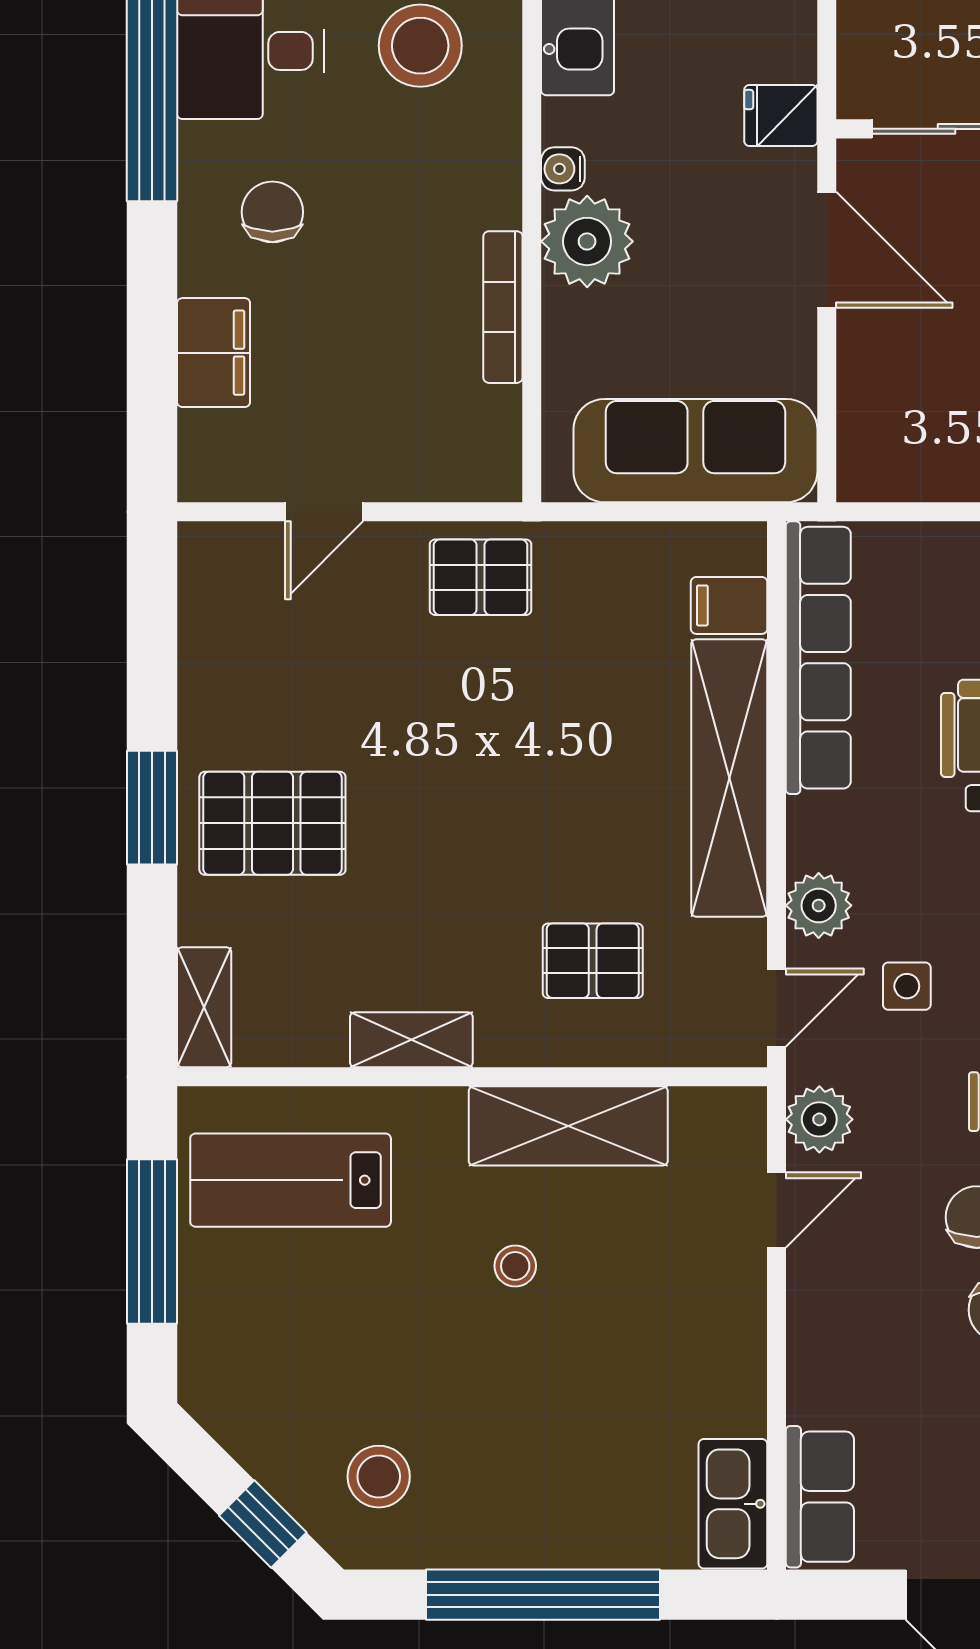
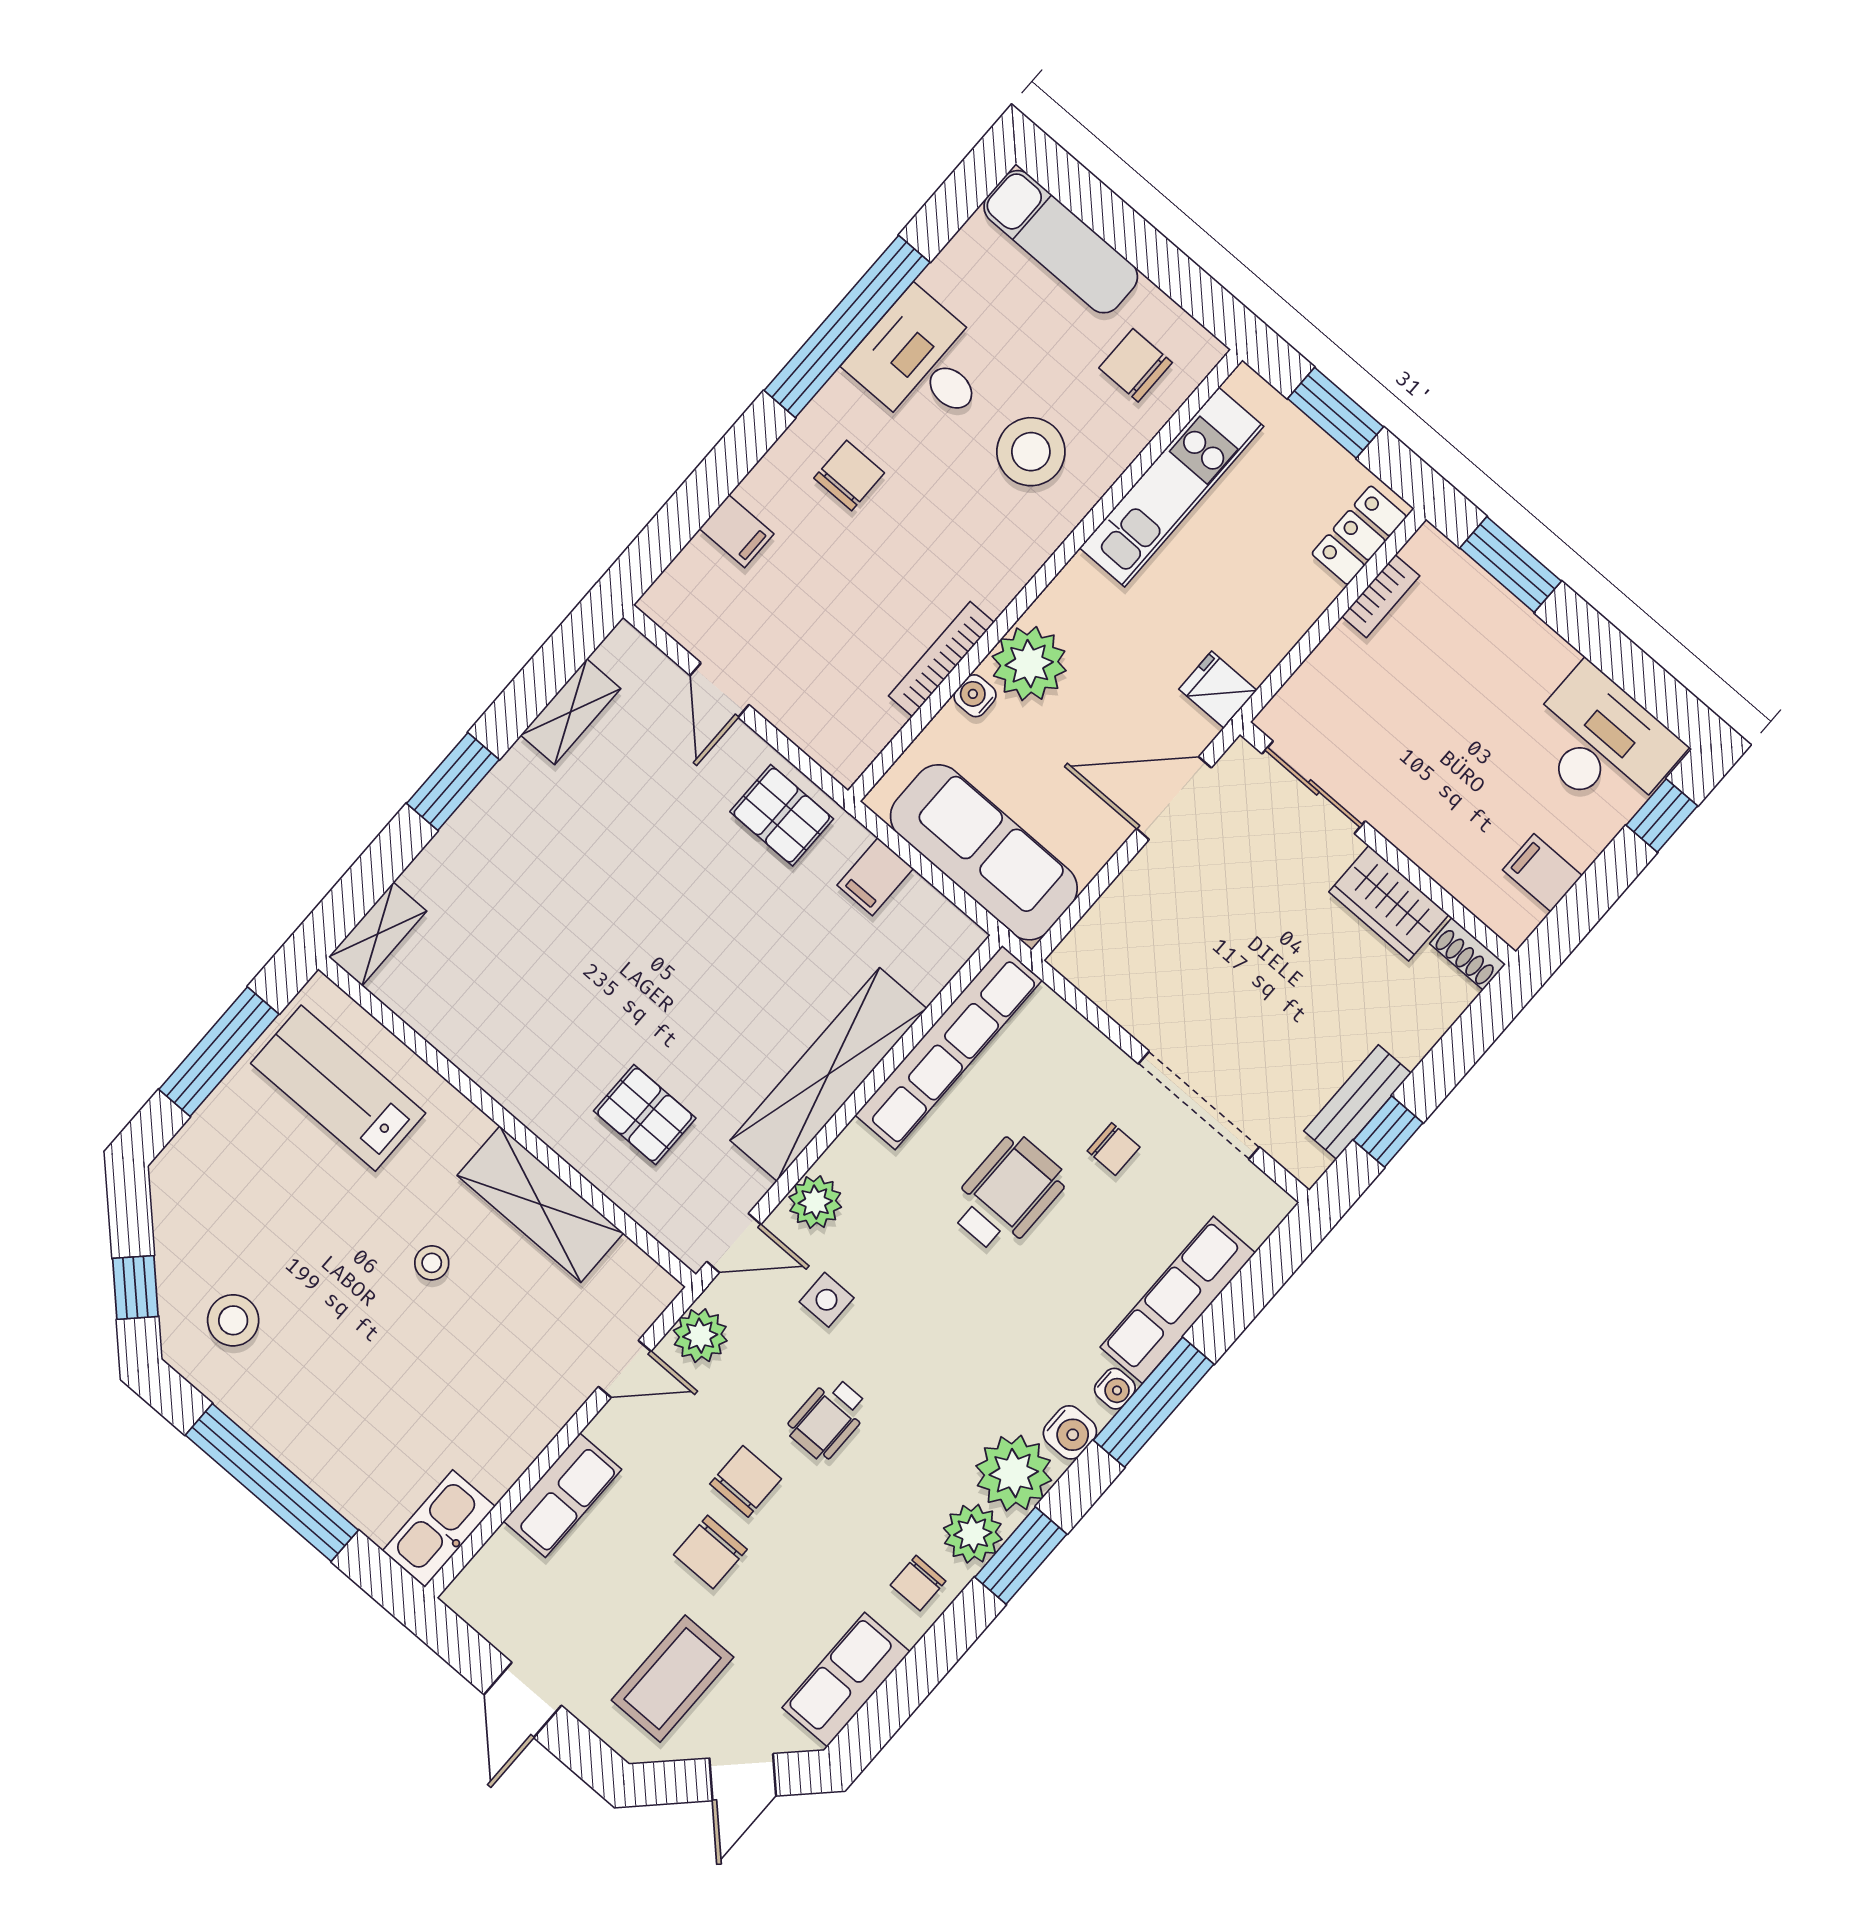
water cooler: (563, 169) -> (975, 696), moved
door: (827, 250) -> (1174, 798), swing flipped
filing cabinet: (214, 353) -> (737, 531), width x0.50
door: (324, 512) -> (720, 690), hinge flipped
filing cabinet: (729, 605) -> (875, 877), moved, turned -90
pallet: (272, 823) -> (519, 856), removed
shelving: (411, 1040) -> (571, 712), moved, turned 90
row of seats: (820, 1497) -> (563, 1495), moved

